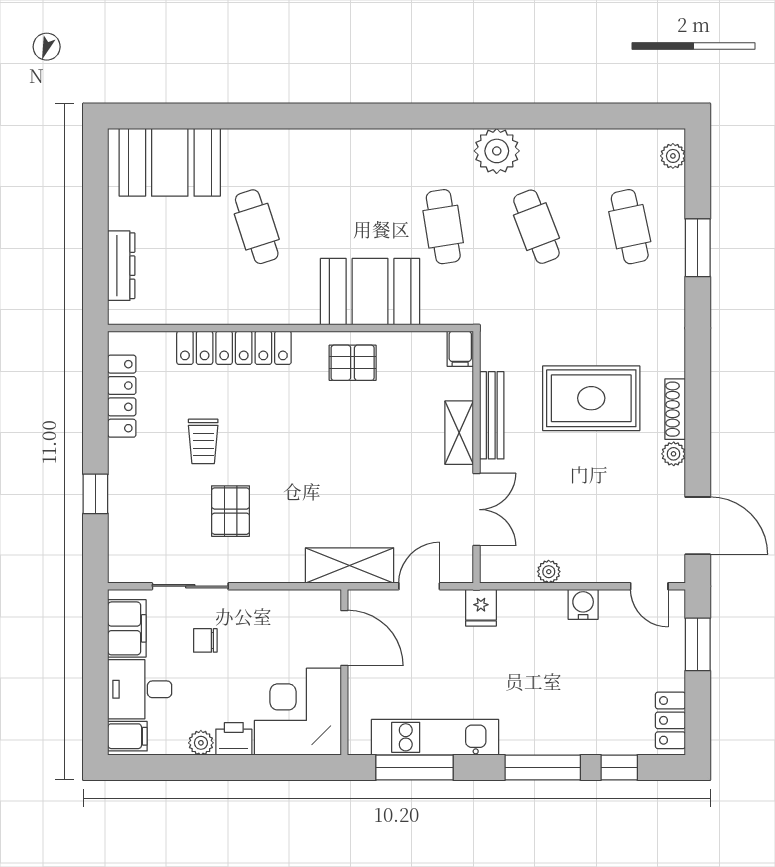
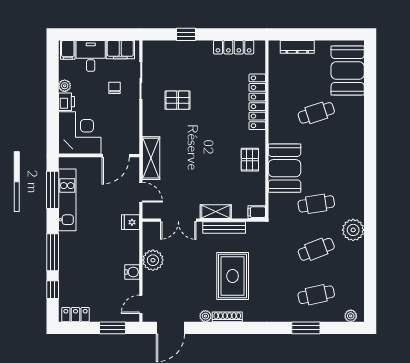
trolley: (203, 441) -> (212, 87), removed
plant: (549, 572) -> (153, 260), width x1.88, depth x1.88

